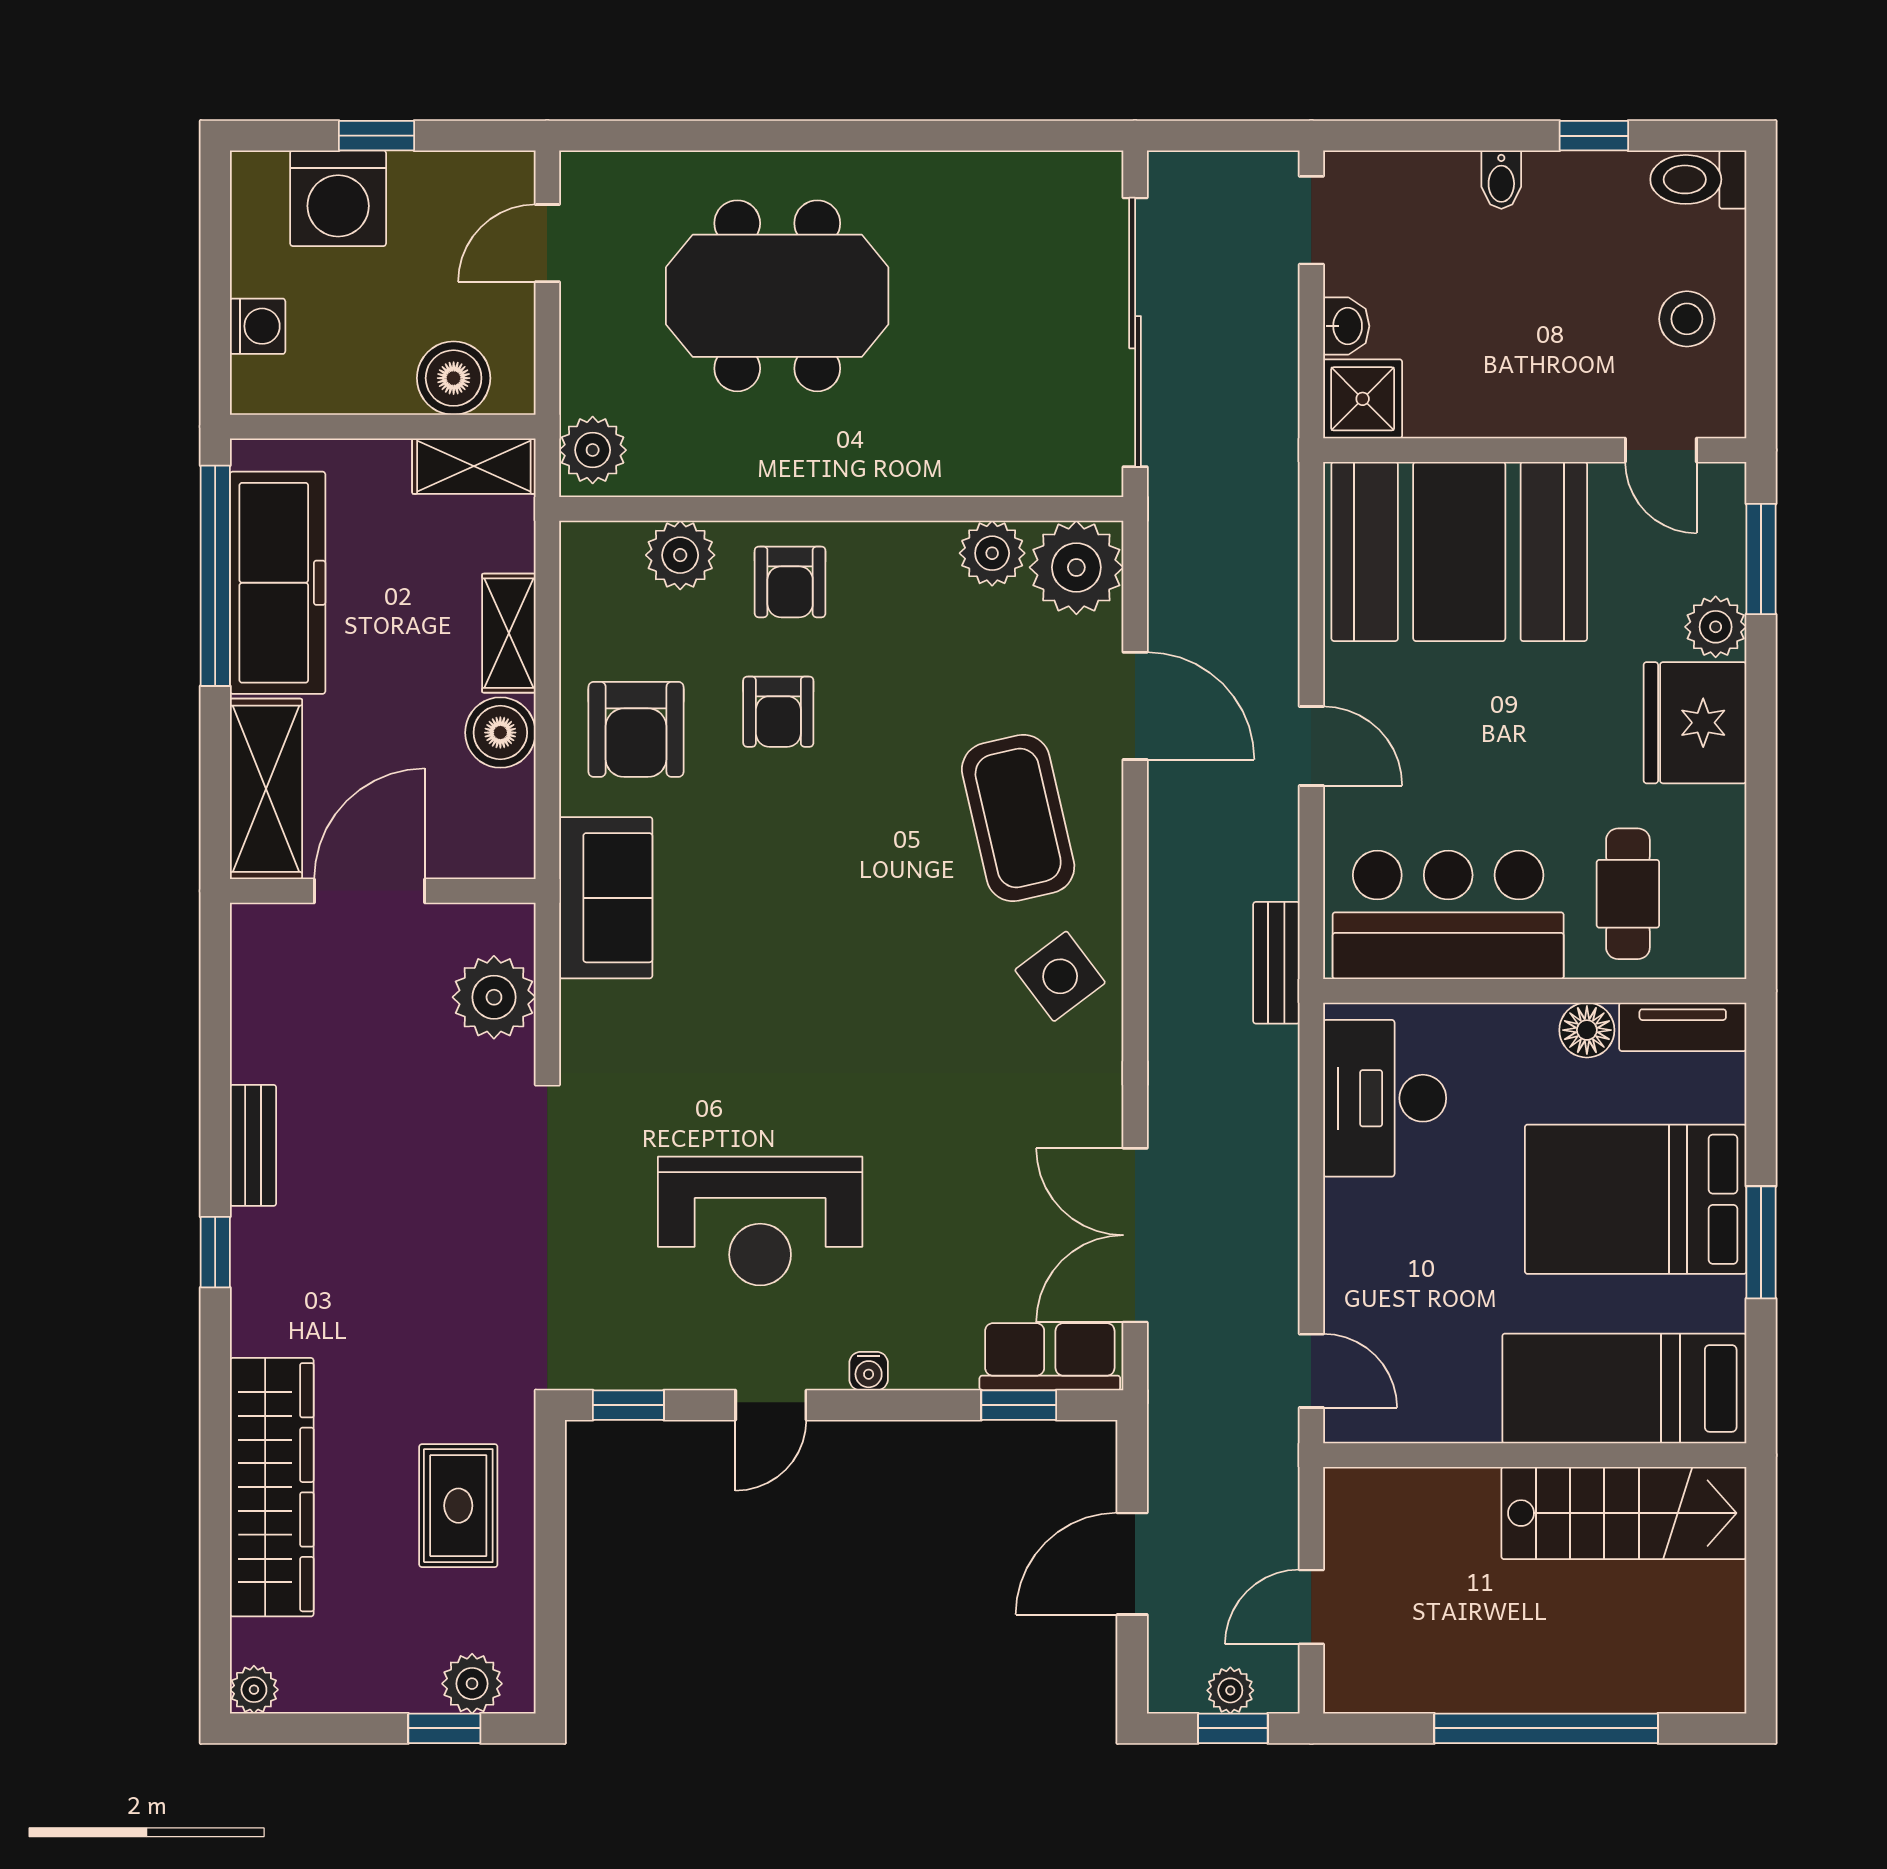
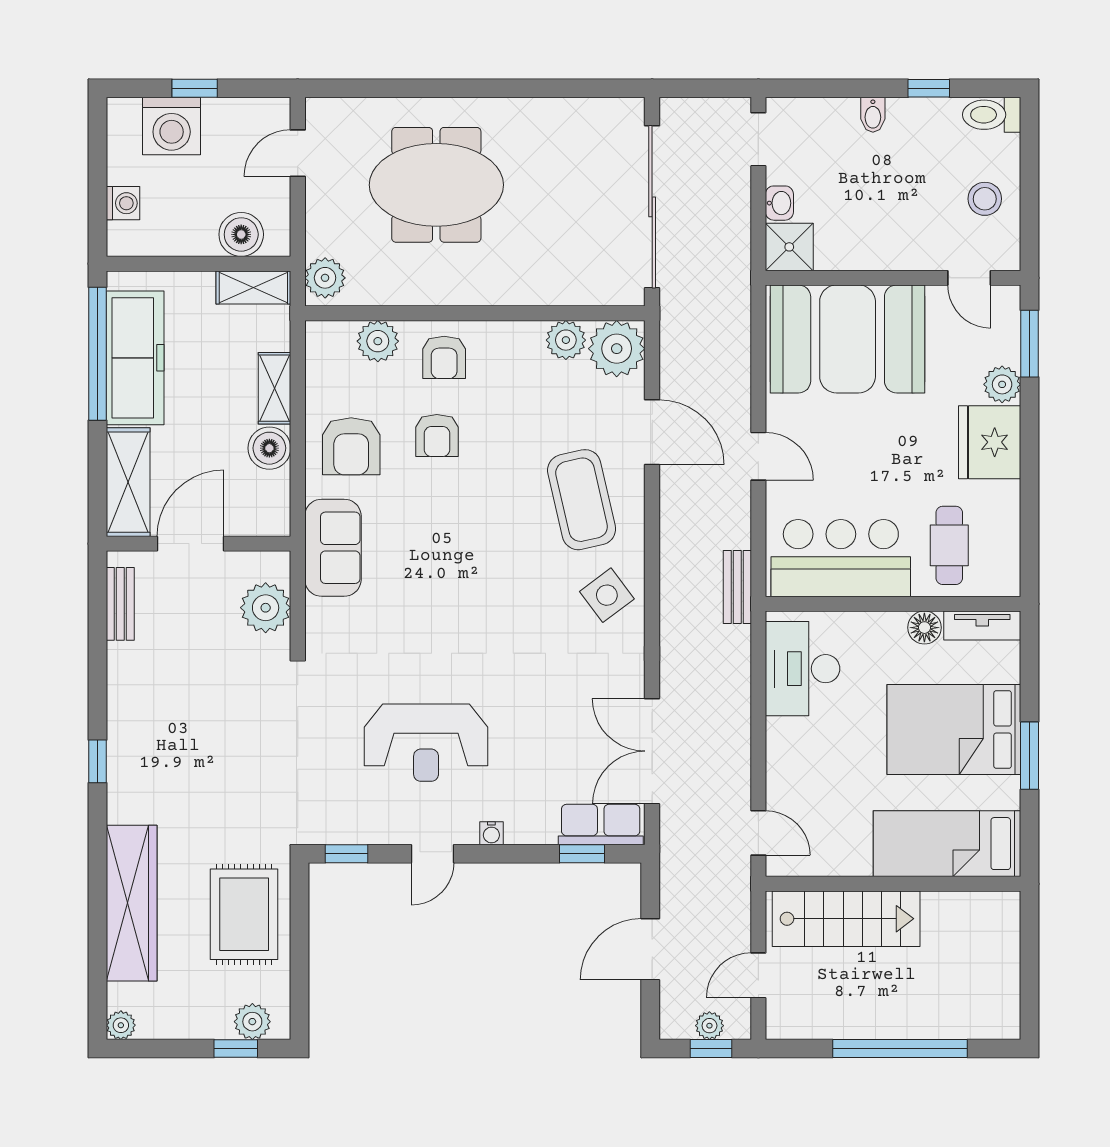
bench: (253, 1145) -> (120, 604), moved
rug: (458, 1506) -> (244, 914), width x1.36, depth x1.43
stairs: (1624, 1513) -> (846, 919), moved

